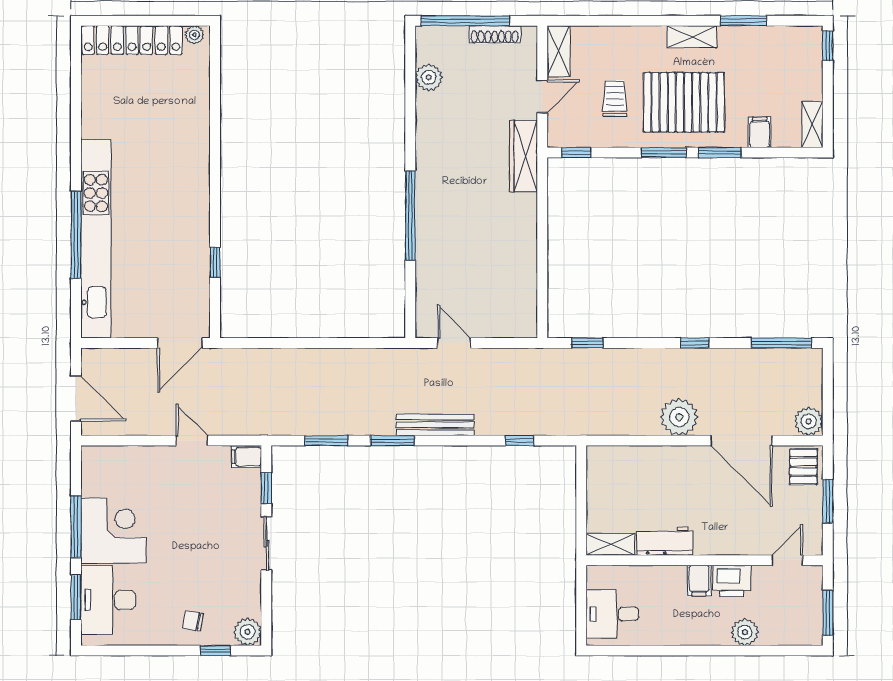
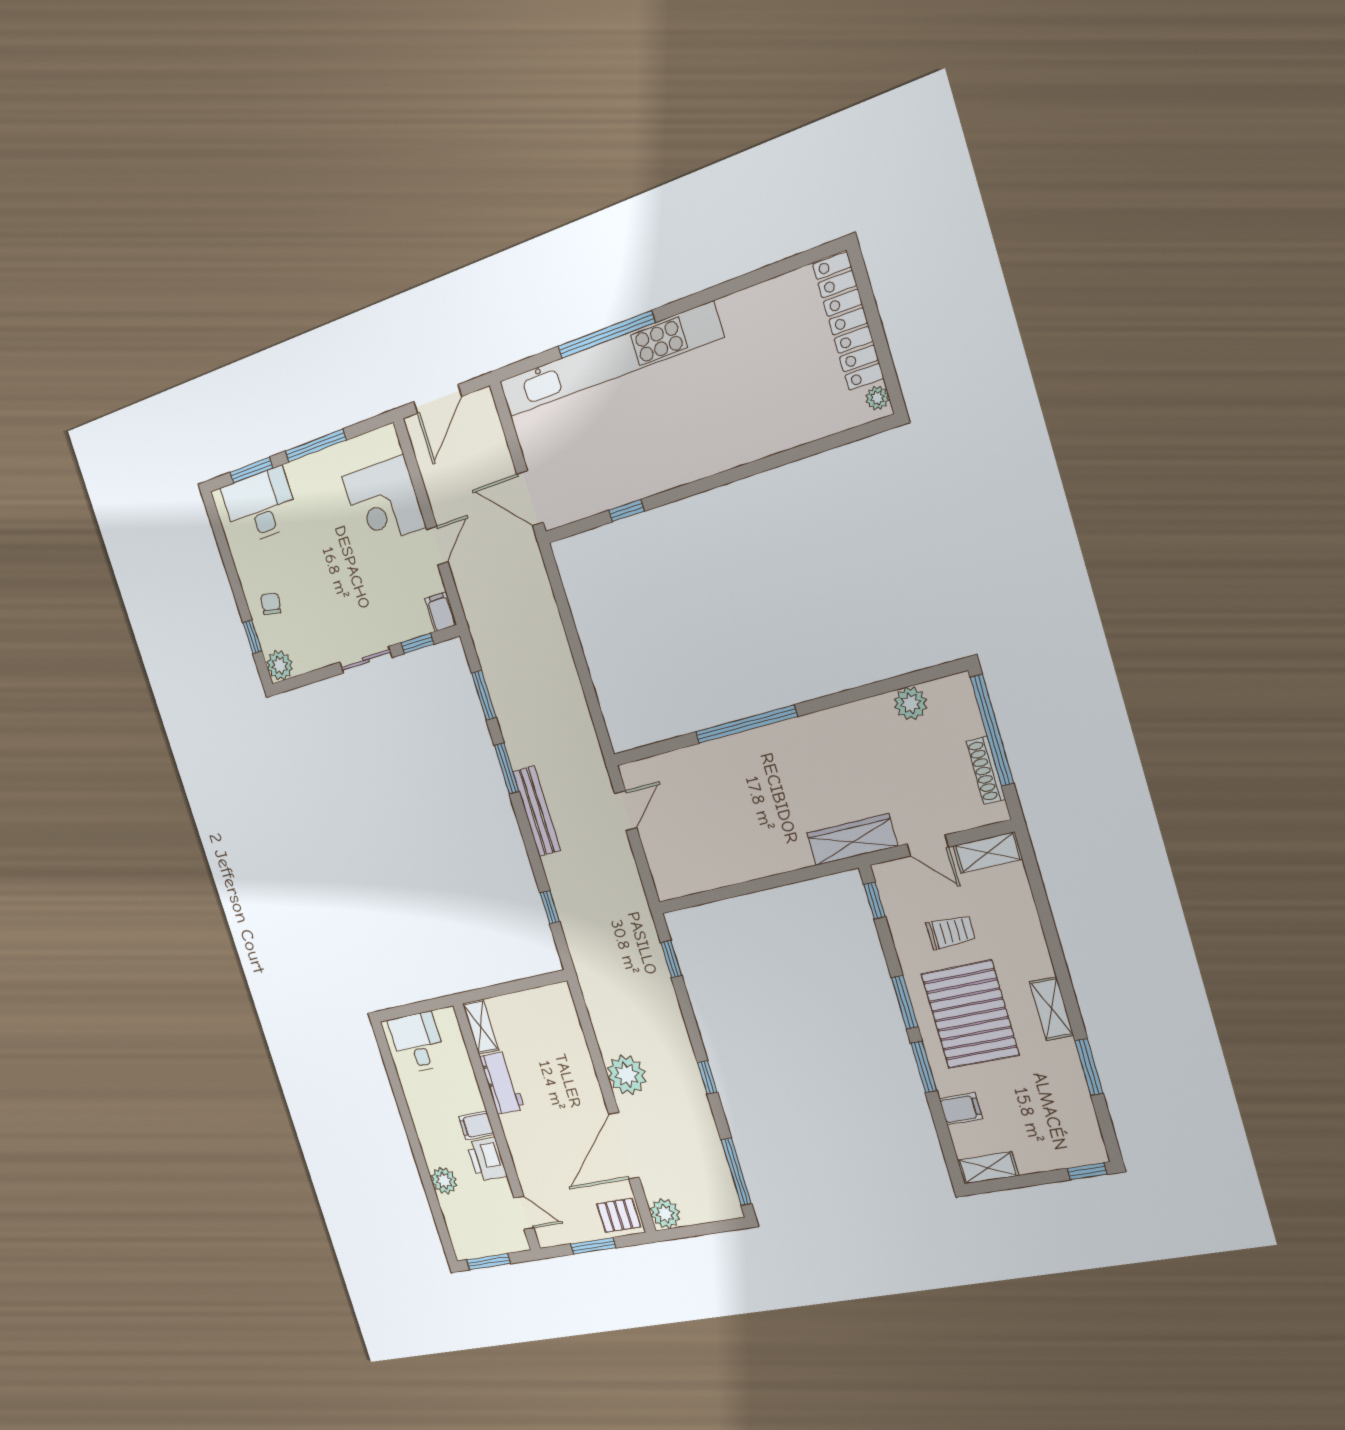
corner desk: (113, 531) -> (384, 502), moved, turned 90

